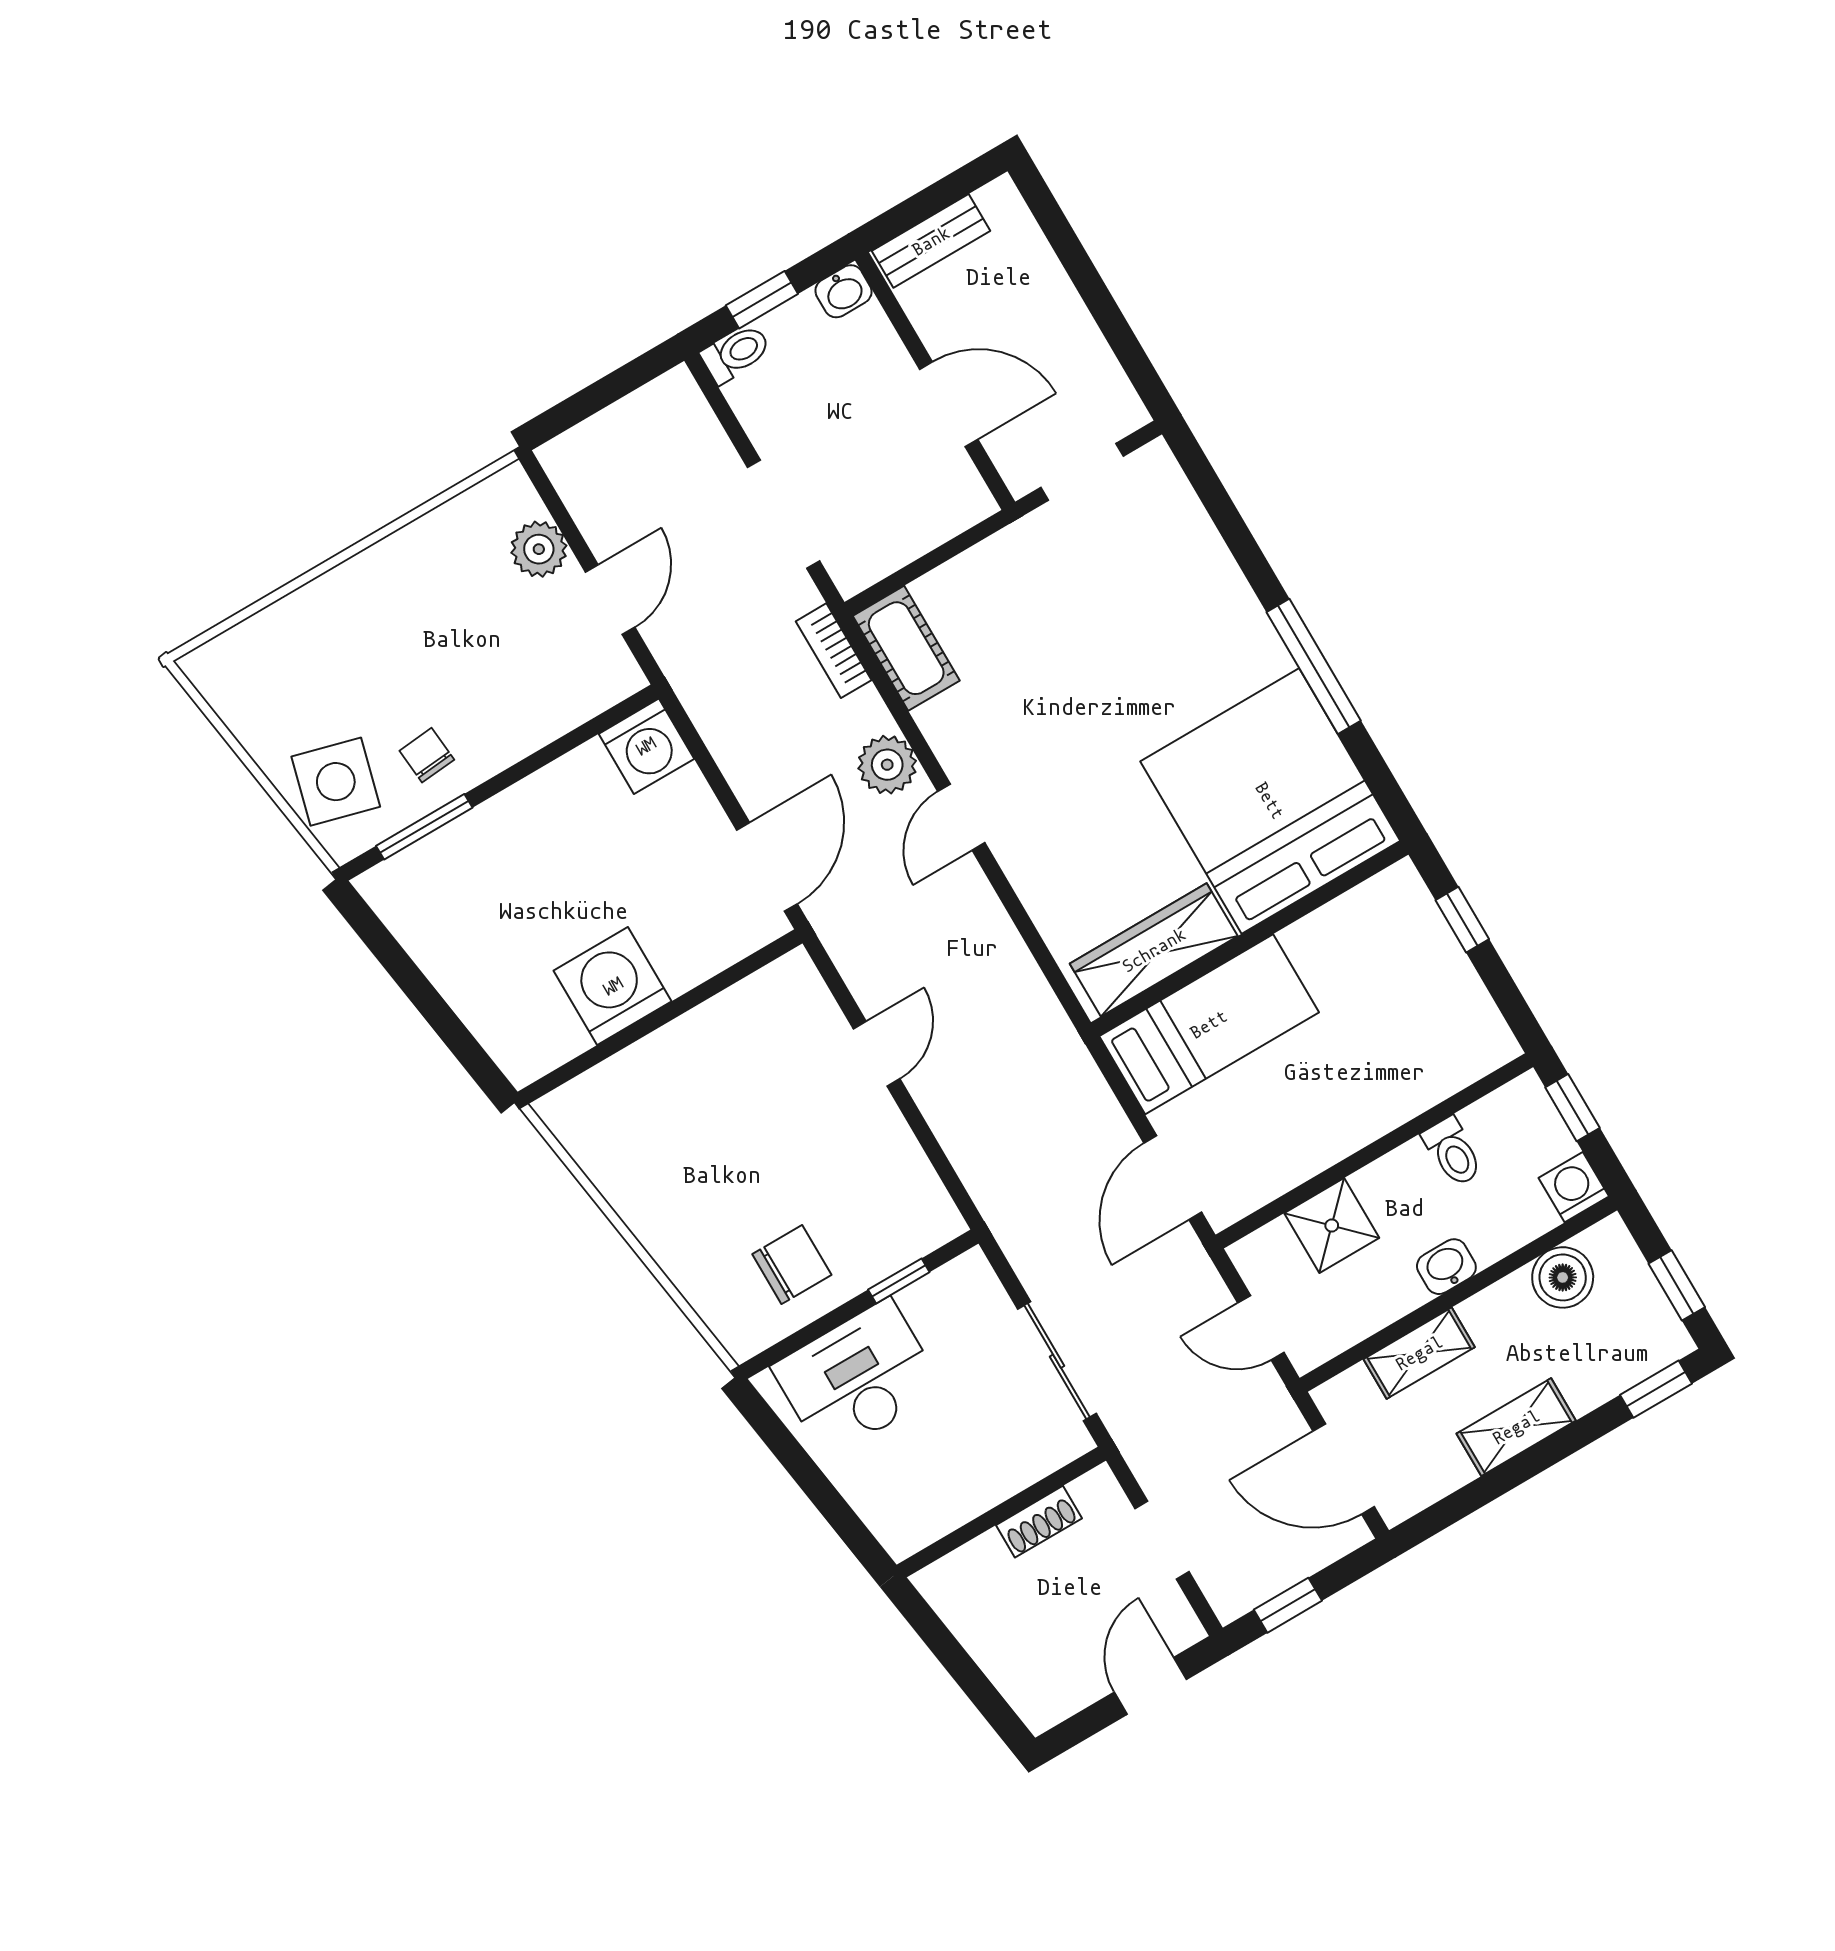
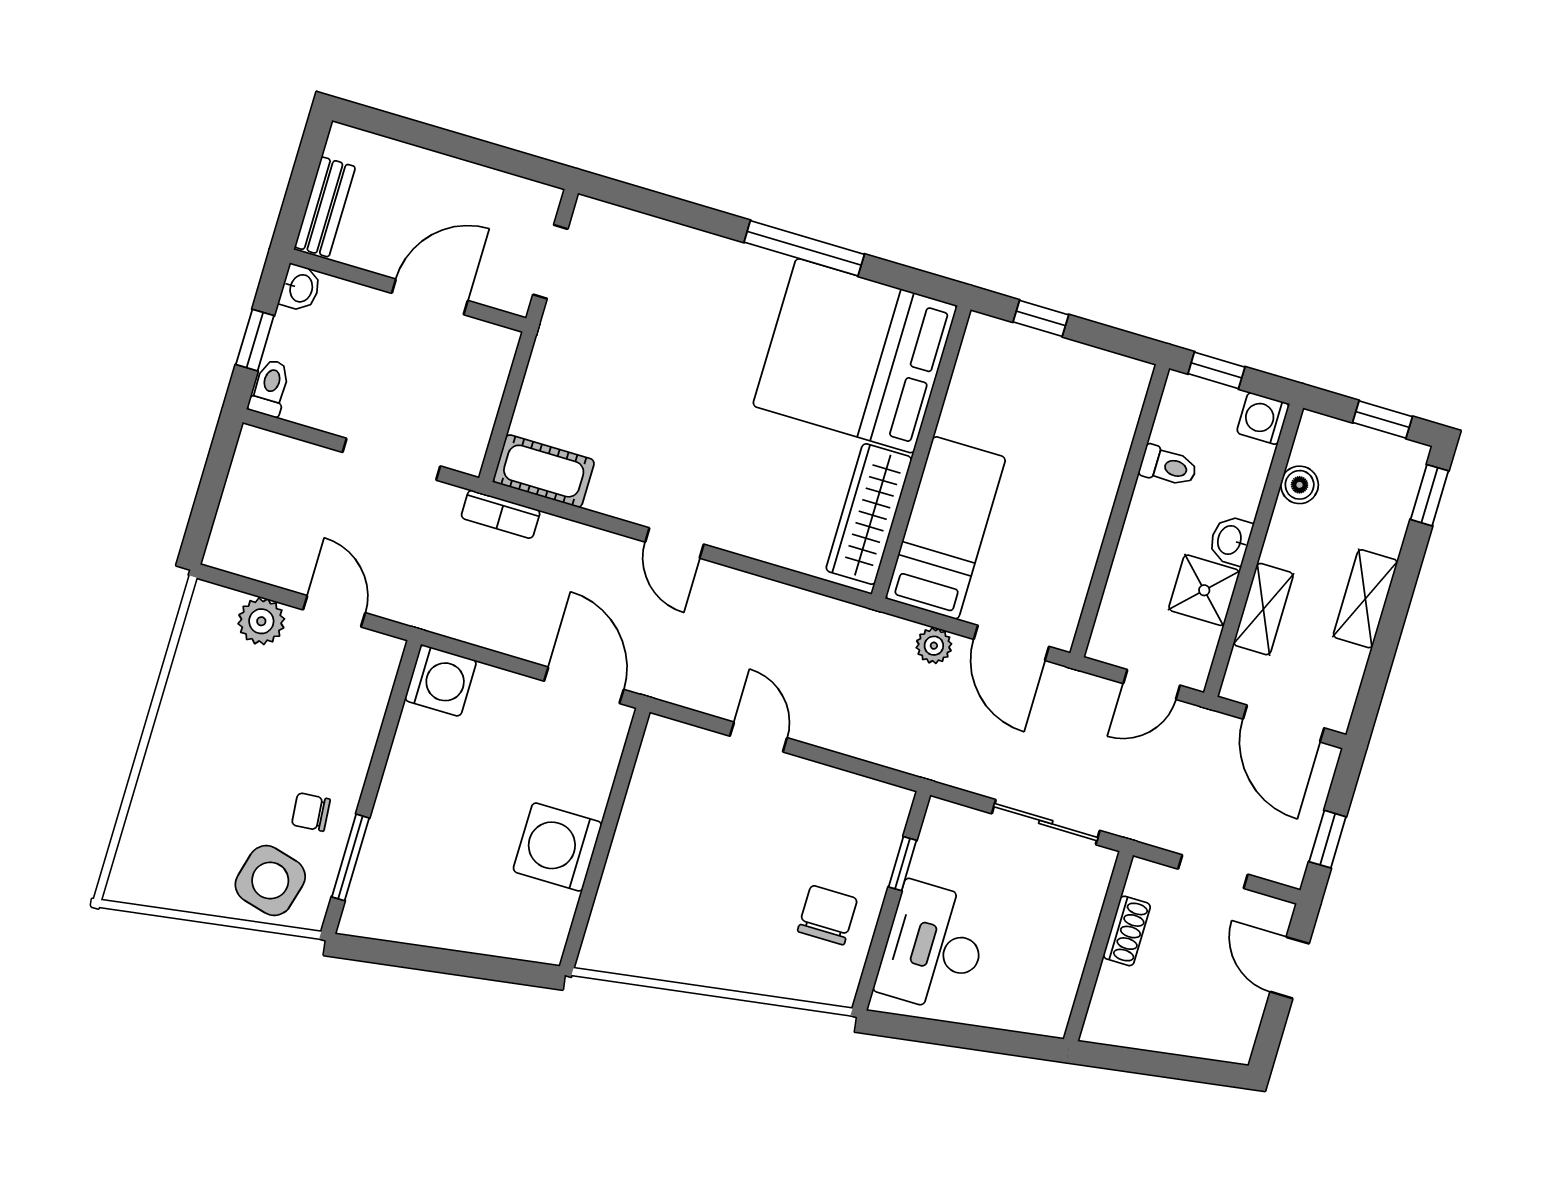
plant: (887, 765) -> (934, 646), moved, width x0.73, depth x0.73
shower: (1332, 1226) -> (1204, 590), moved
boiler: (1563, 1277) -> (1300, 485), width x0.73, depth x0.73
door: (1344, 1469) -> (1284, 724), hinge flipped

